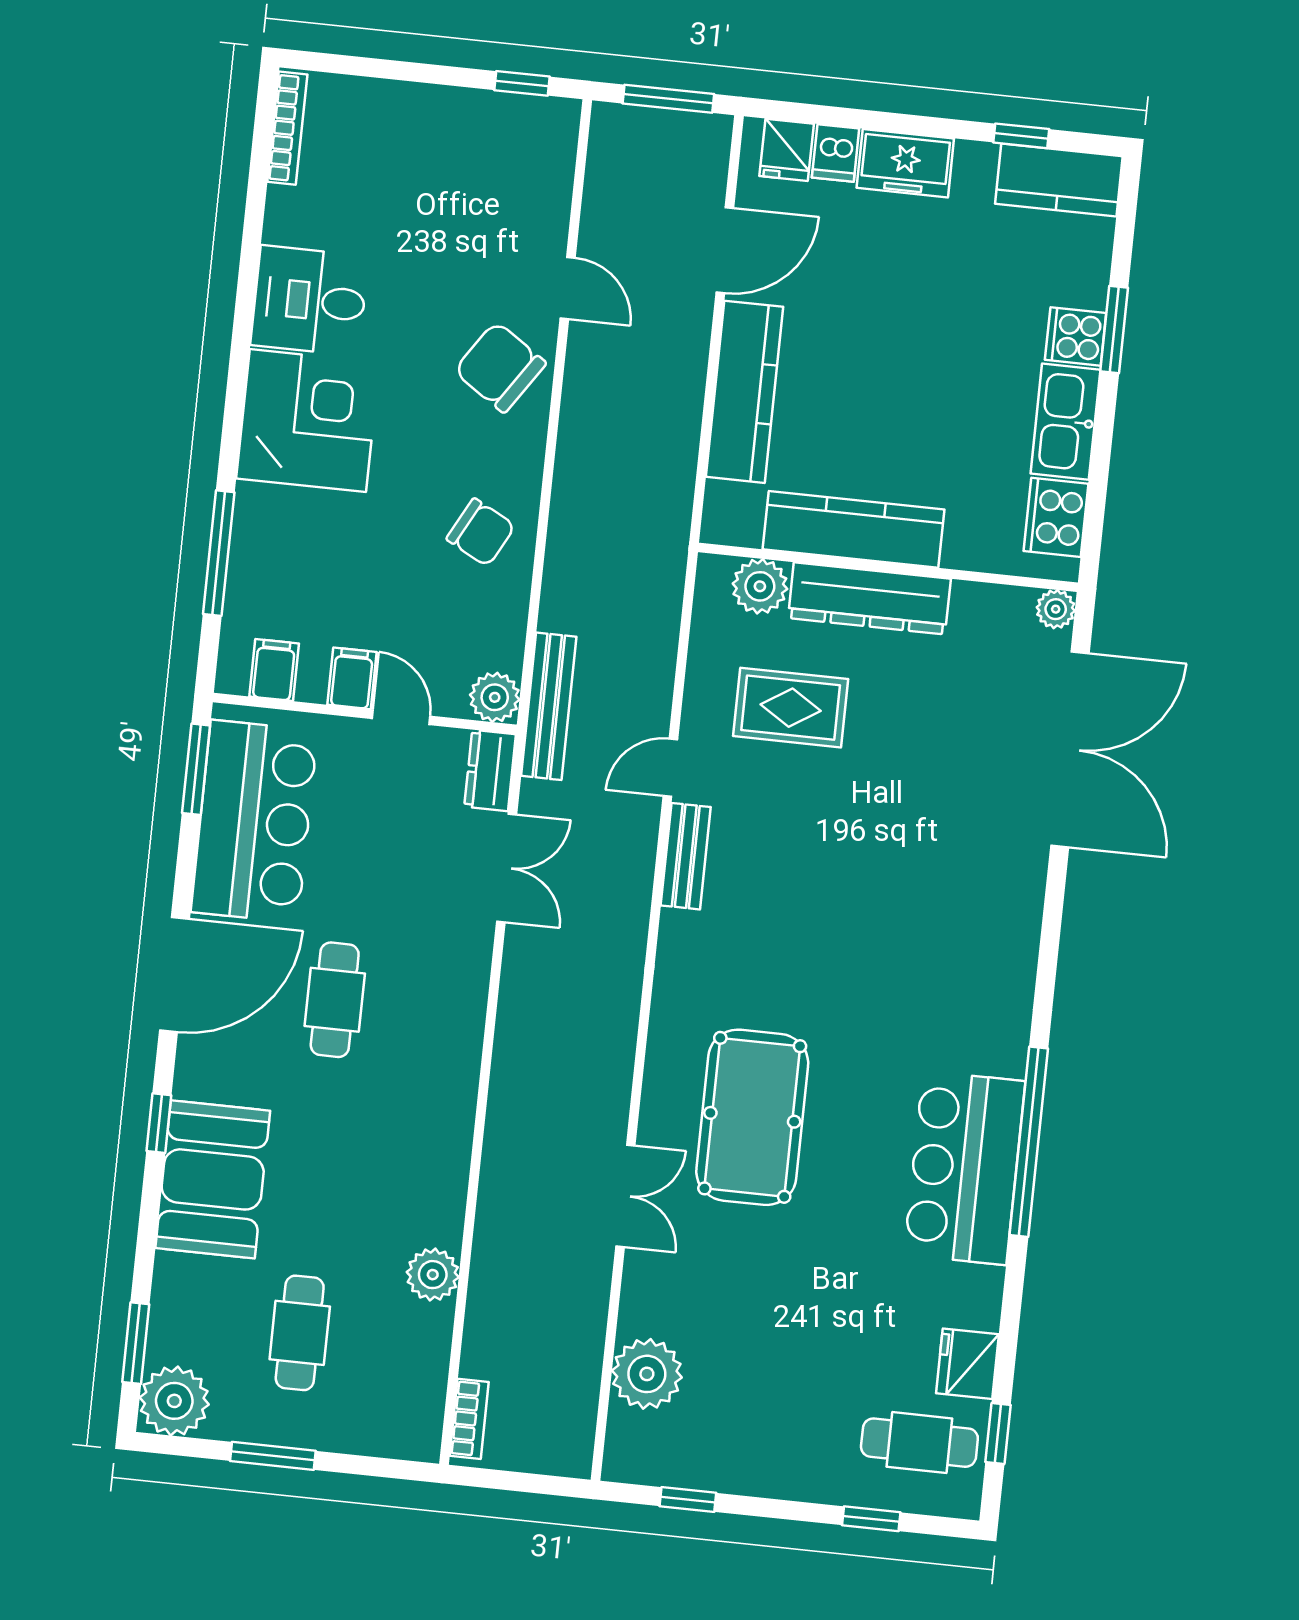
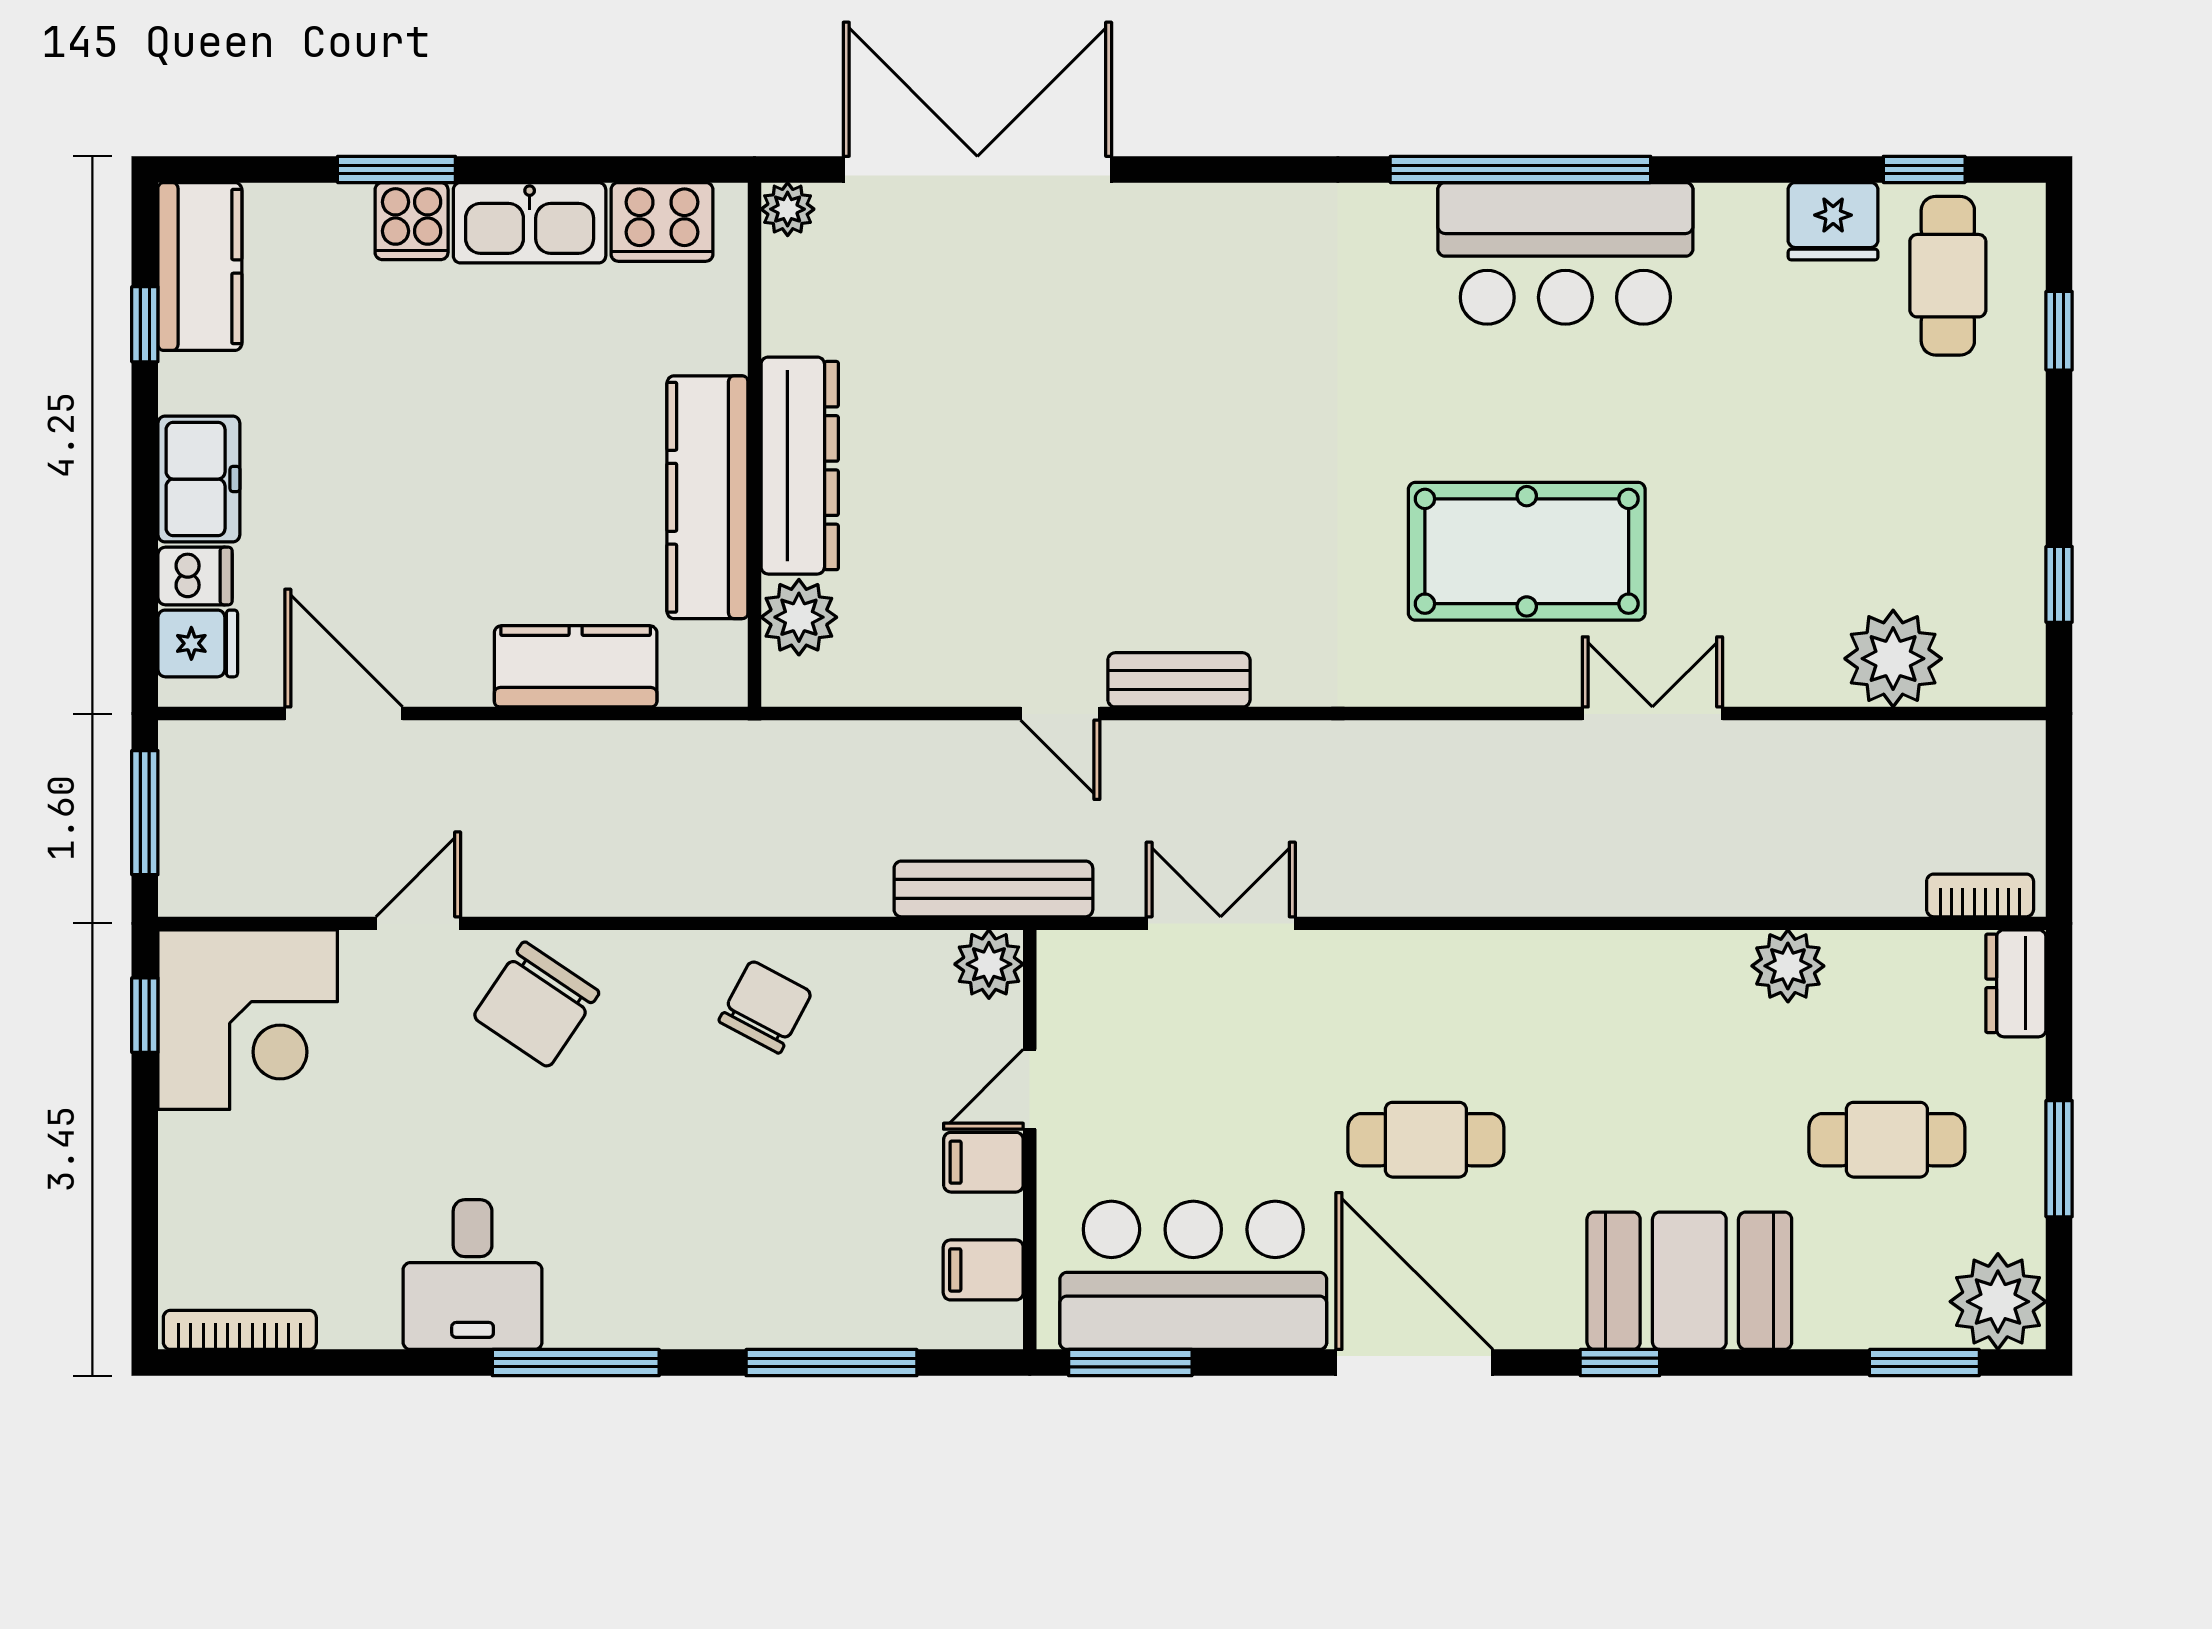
window: (238, 368) -> (576, 1363), added
kitchen counter: (744, 392) -> (576, 666), width x0.67
corner desk: (308, 420) -> (248, 1020), moved, turned 180
rug: (791, 708) -> (960, 558), removed
dresser: (490, 771) -> (2016, 983), moved, turned 90

